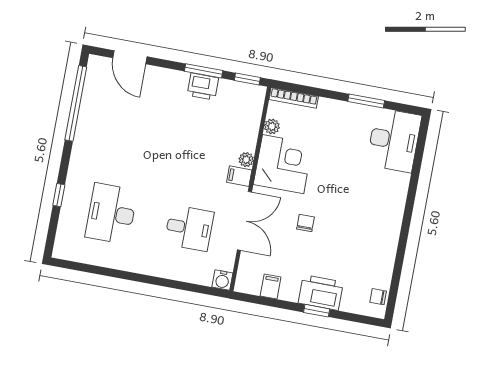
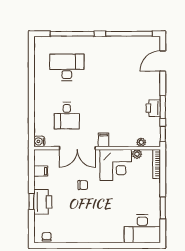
plant: (246, 160) -> (141, 142), moved
window: (59, 195) -> (72, 34), width x3.17

